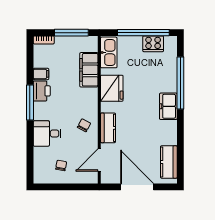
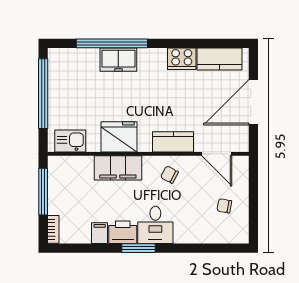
cooker: (153, 44) -> (182, 59), moved, turned 90
kitchen sink: (109, 52) -> (70, 141), width x0.73
filing cabinet: (89, 70) -> (118, 168), moved
window: (30, 102) -> (138, 248), width x0.69
freezer: (168, 106) -> (118, 60), moved
desk: (47, 133) -> (155, 225), moved

